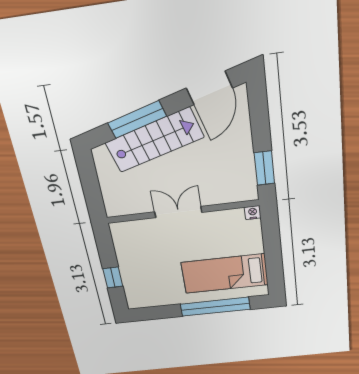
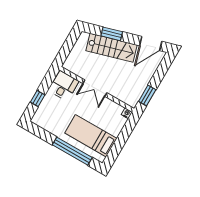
window: (137, 120) -> (112, 34), width x0.69
double door: (178, 212) -> (95, 88), swing flipped
desk: (133, 239) -> (64, 86), added

